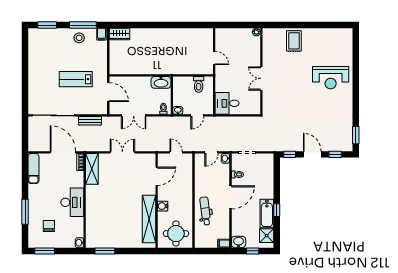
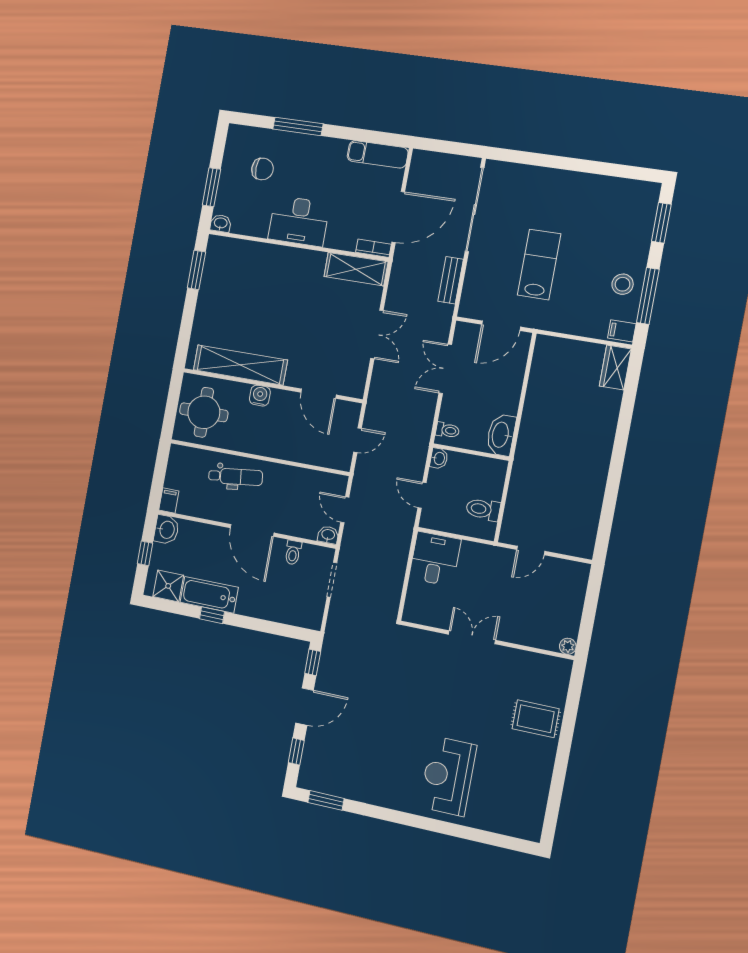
window: (45, 251) -> (211, 187), moved

